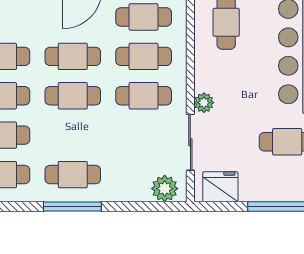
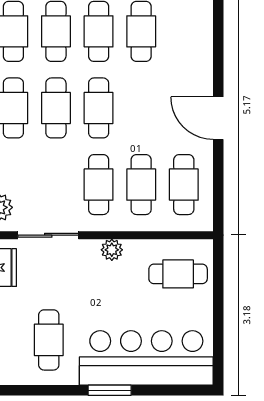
cafe table: (73, 56) -> (56, 108), moved
plant: (204, 103) -> (112, 250), moved

